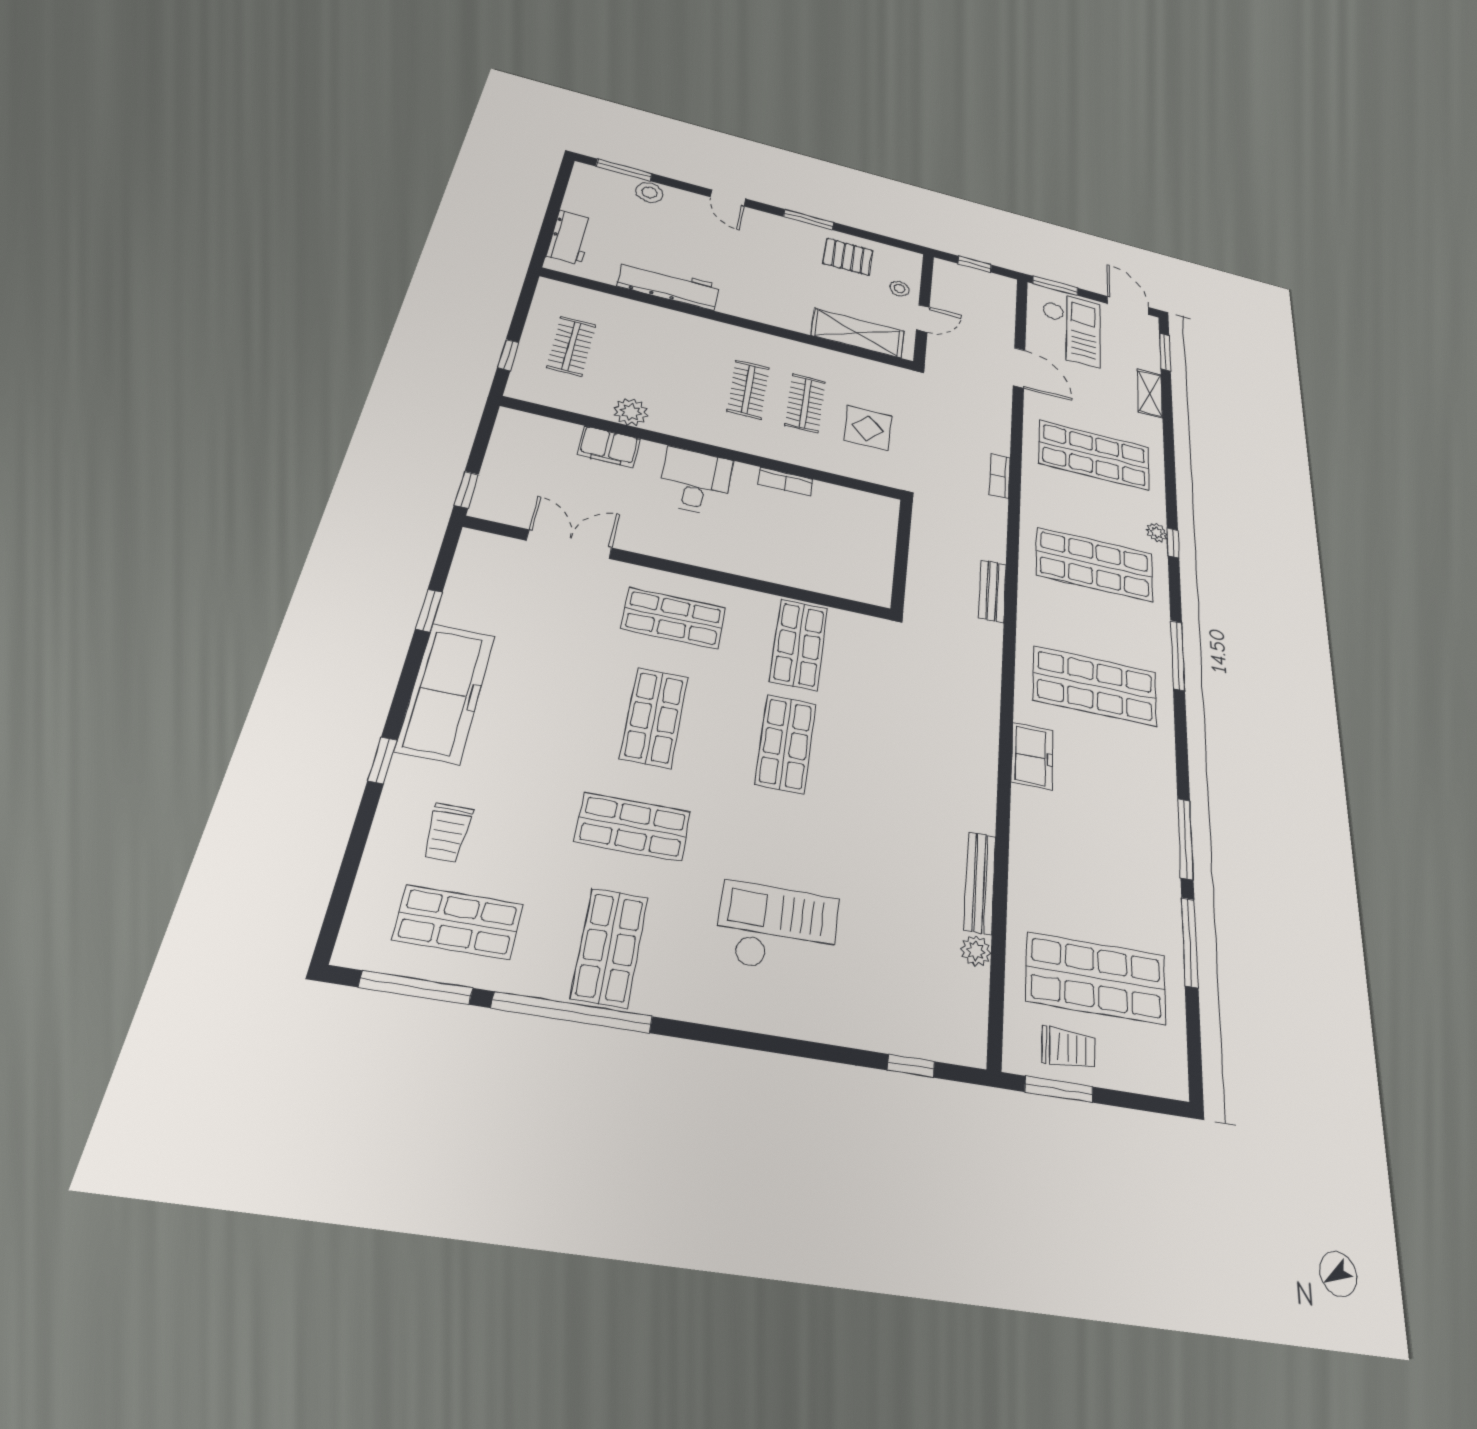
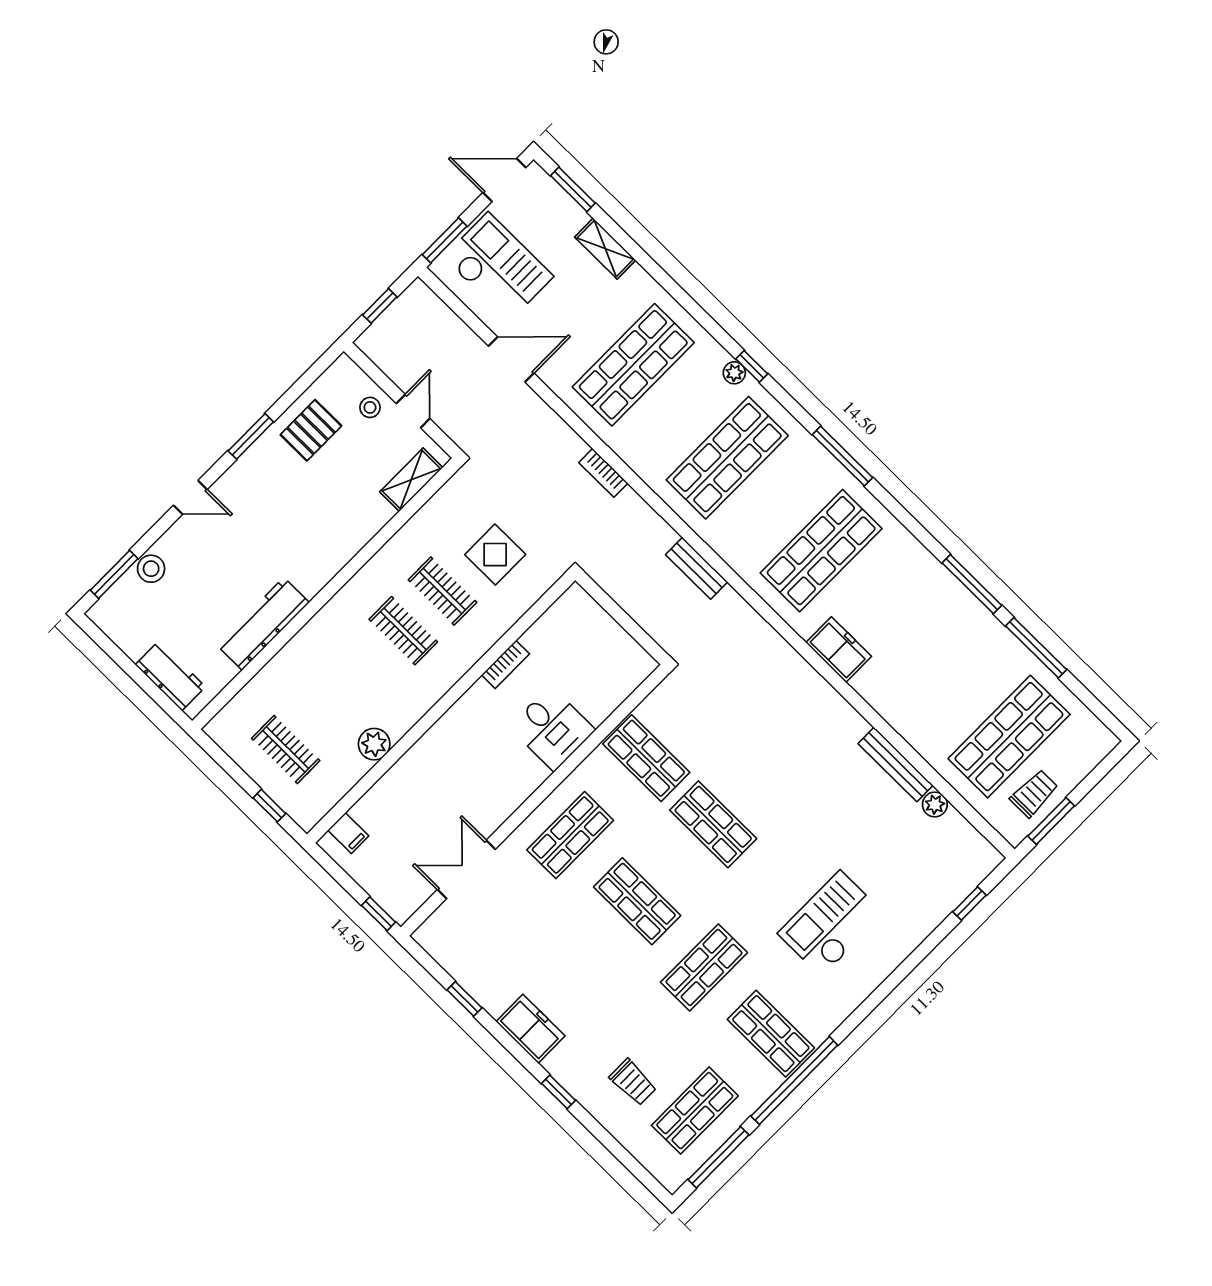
shelving: (858, 333) -> (411, 480), width x0.67, depth x0.75
filing cabinet: (609, 447) -> (348, 833), moved, width x0.50
desk: (696, 481) -> (552, 729), moved, turned 180
freezer: (446, 693) -> (530, 1029), width x0.52, depth x0.79

